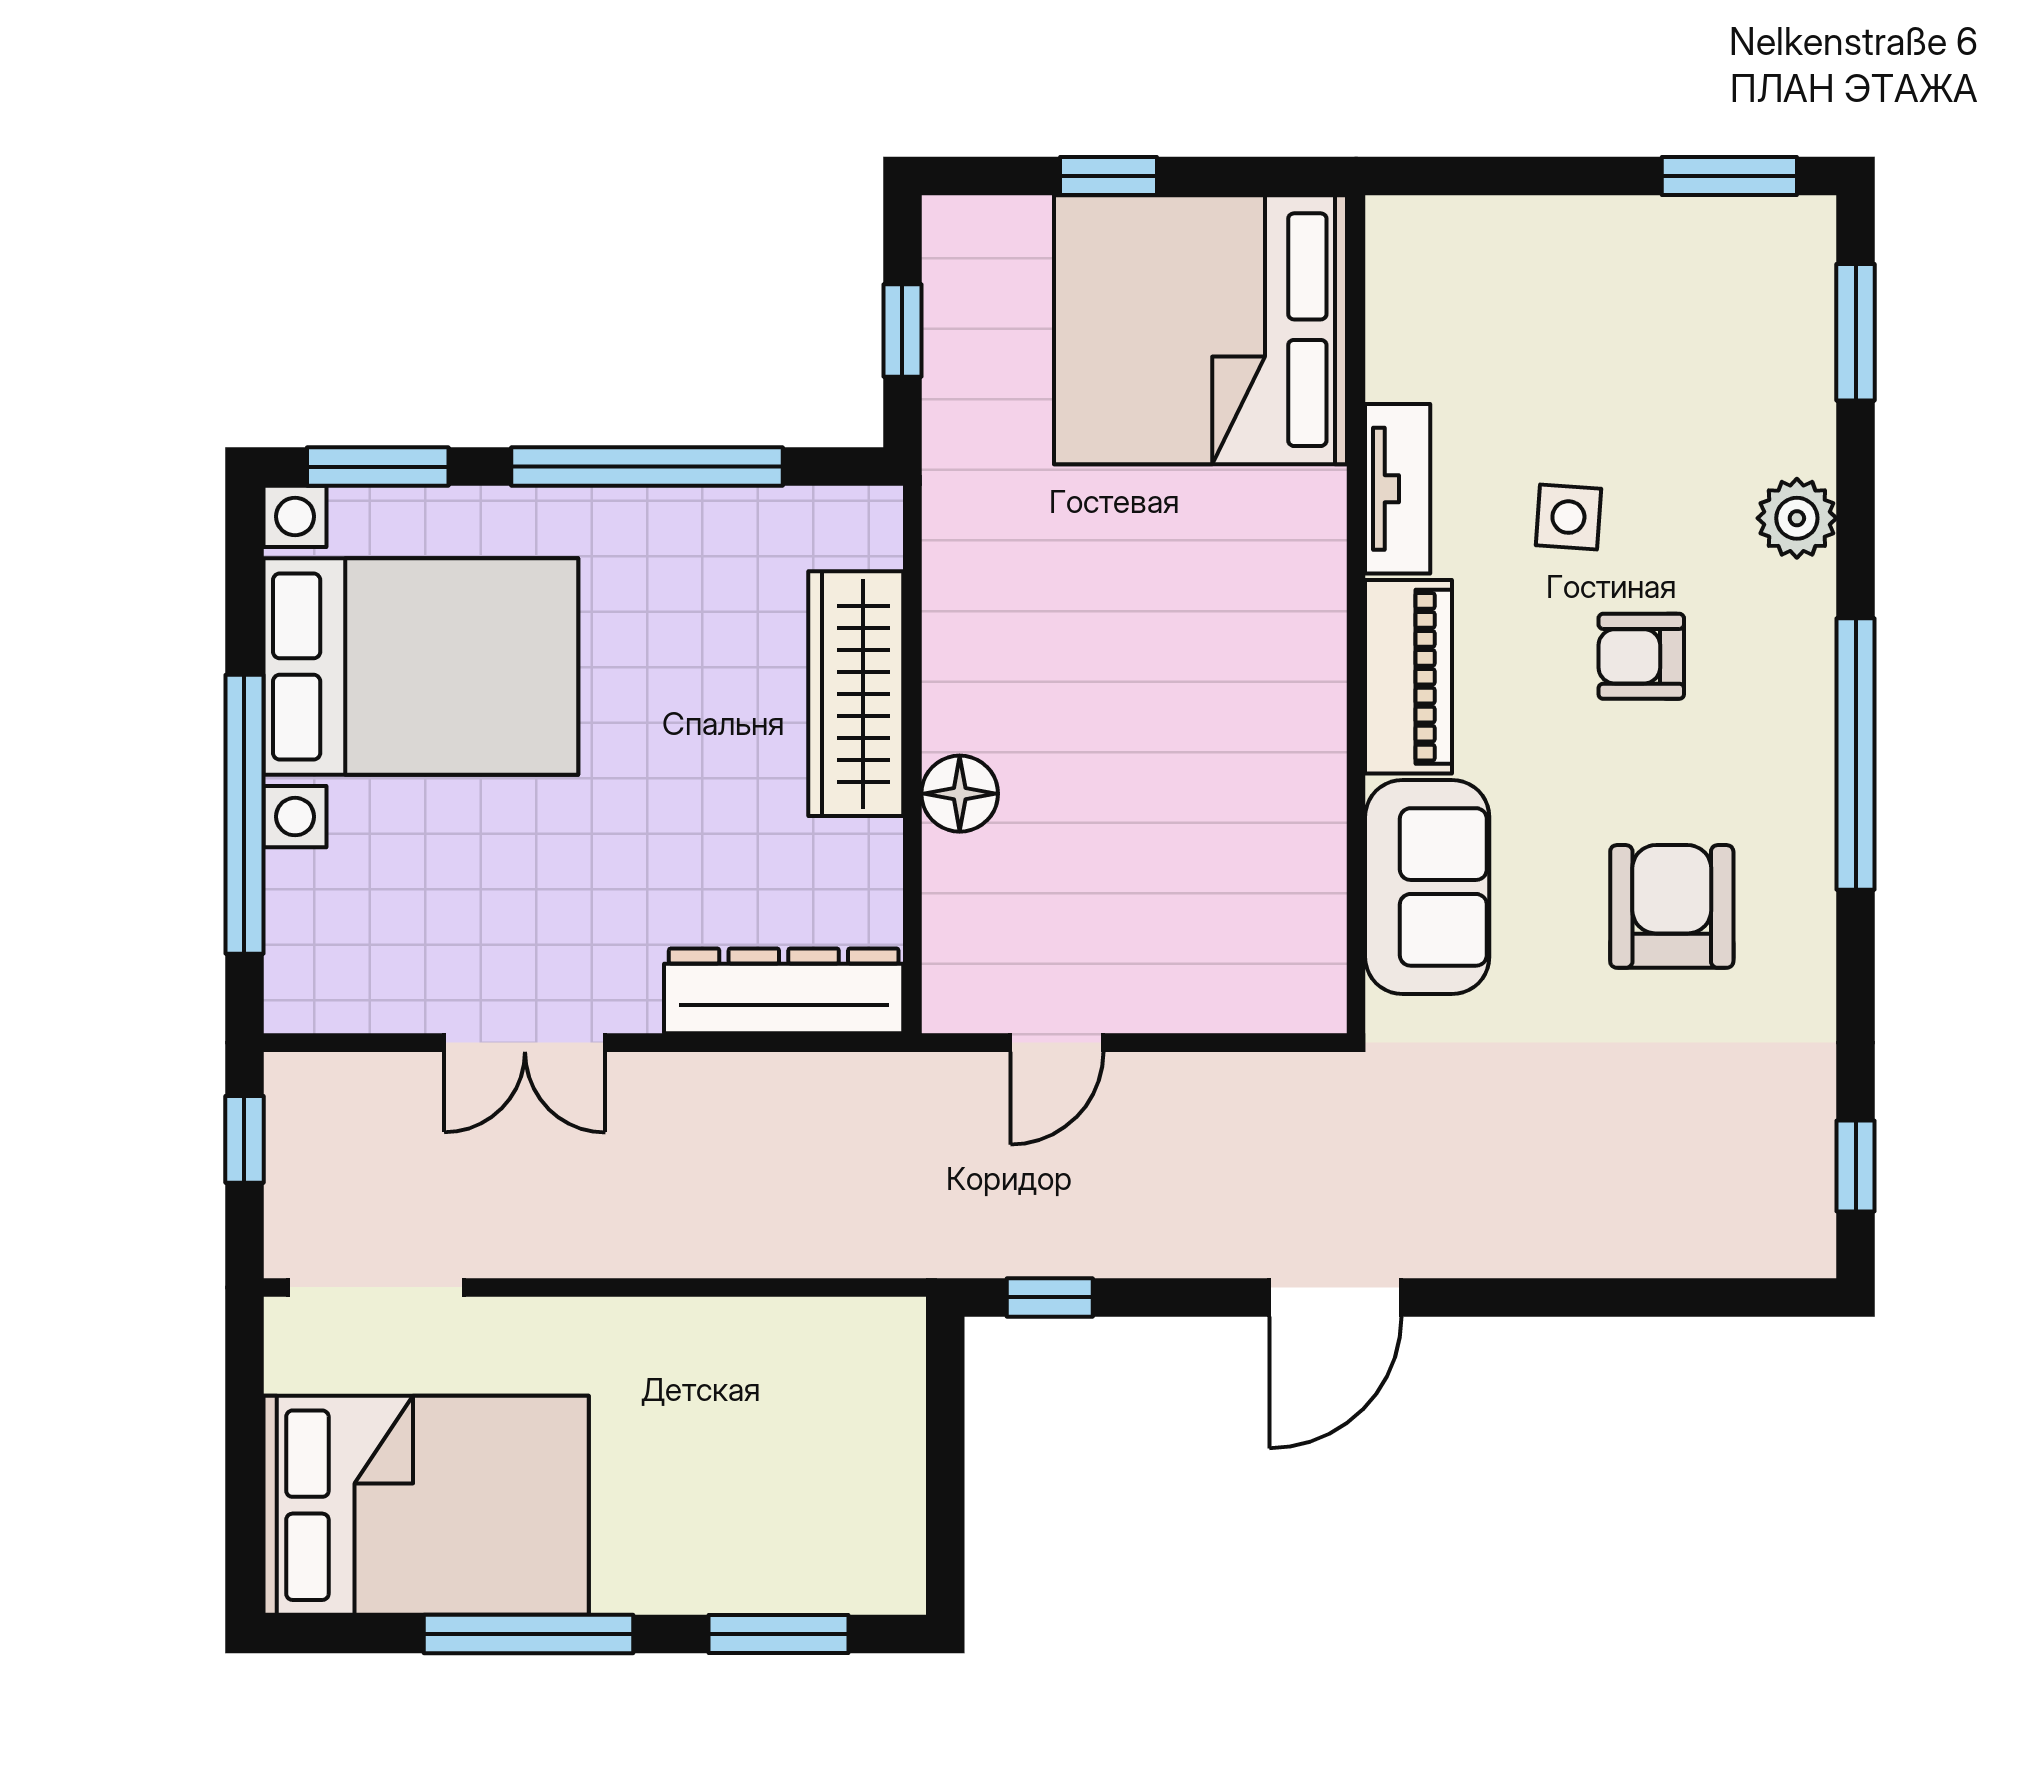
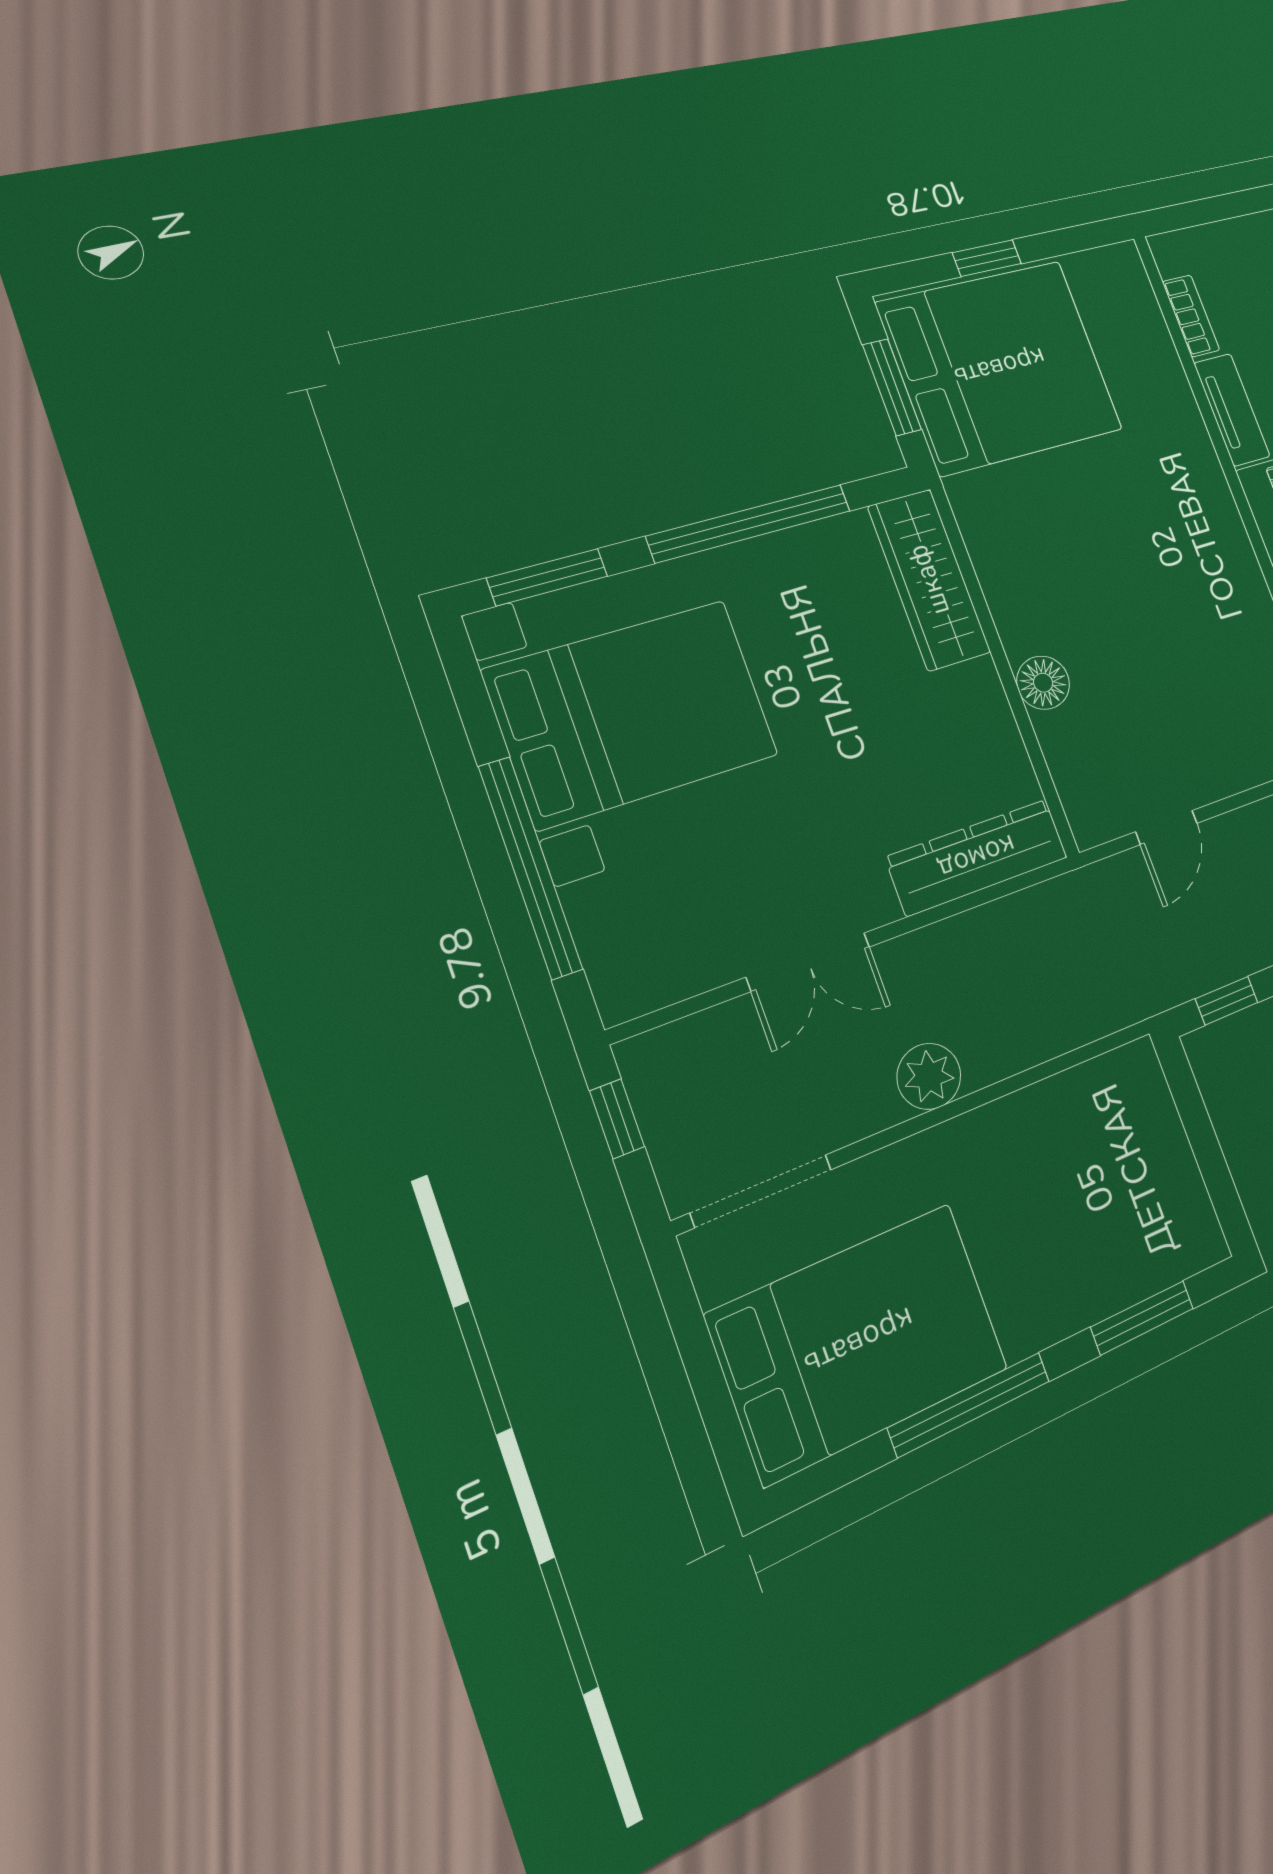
bed: (1201, 330) -> (1000, 367), moved, turned 180
window: (902, 331) -> (892, 387), width x1.50
bookcase: (1390, 332) -> (1191, 316), added
wardrobe: (856, 694) -> (929, 580), moved
plant: (621, 1236) -> (929, 1076), added

